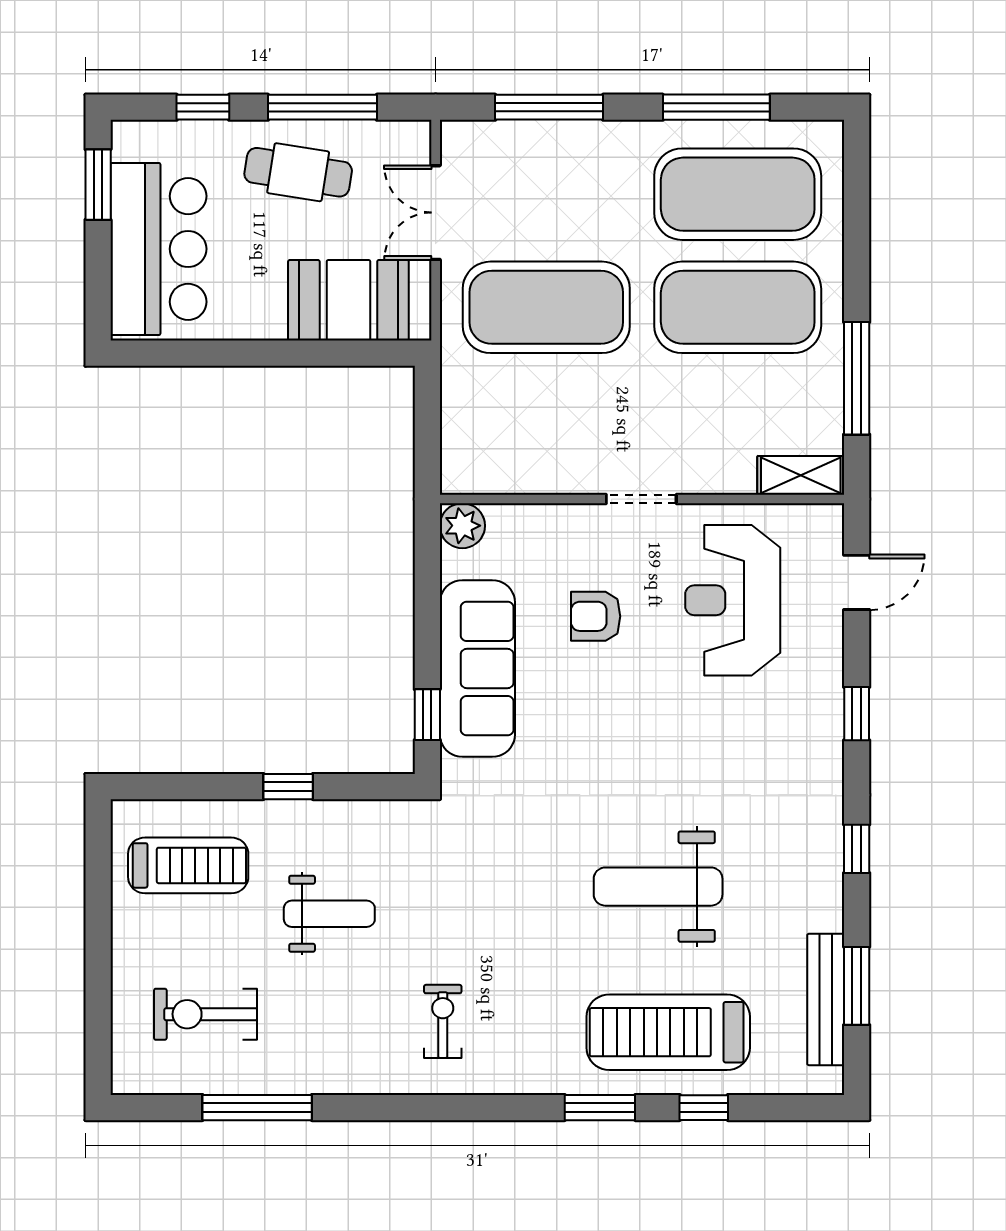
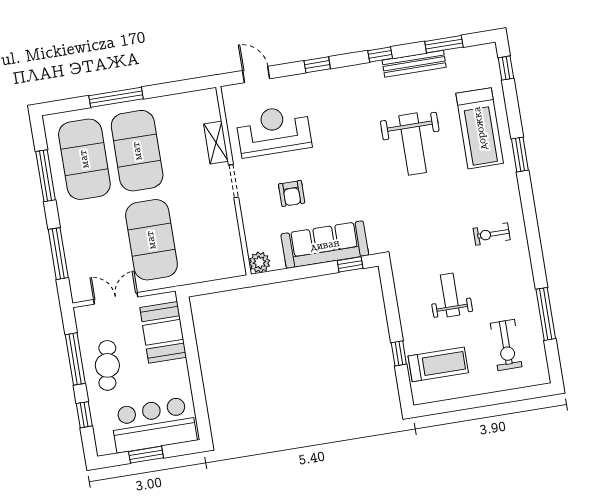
window: (98, 185) -> (146, 455), moved
double door: (436, 213) -> (116, 298), swing flipped
window: (857, 378) -> (116, 97), moved
shelving: (801, 475) -> (216, 143), moved
reception desk: (733, 600) -> (274, 131), turned 180
window: (288, 787) -> (399, 353), moved
treadmill: (188, 865) -> (438, 364), turned 90
bench: (826, 999) -> (414, 64), moved
window: (704, 1108) -> (506, 68), moved

